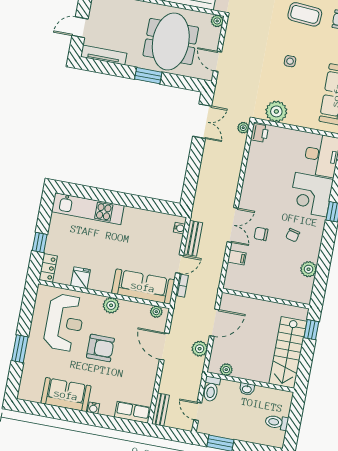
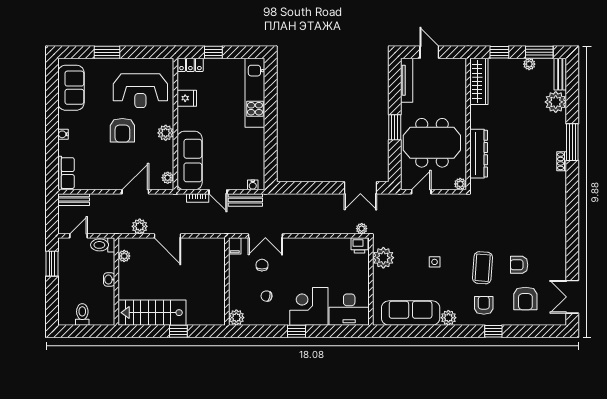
wall: (266, 298) -> (227, 282), moved
sofa: (66, 395) -> (71, 88), moved

